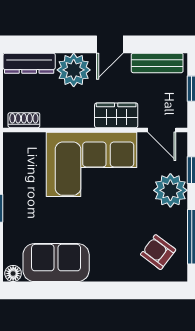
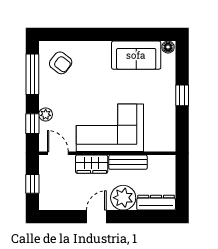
bench: (157, 63) -> (128, 162), moved
shoe rack: (24, 120) -> (160, 161), removed
plant: (170, 190) -> (46, 114), width x0.53, depth x0.53

